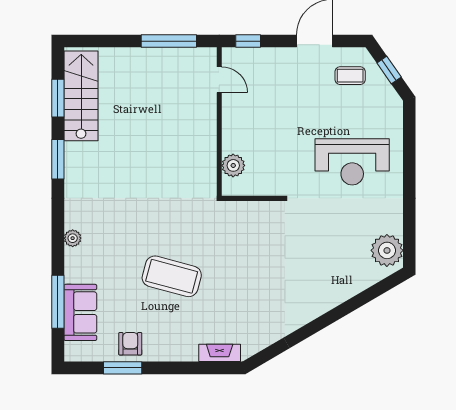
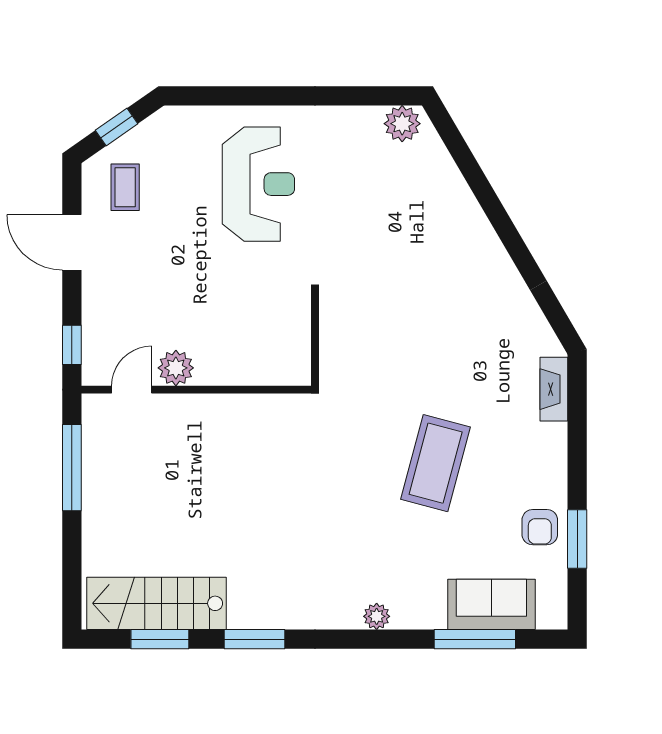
plant: (233, 165) -> (176, 368), moved
plant: (387, 250) -> (402, 124), width x0.73, depth x0.73
armchair: (130, 344) -> (540, 527), turned -90

